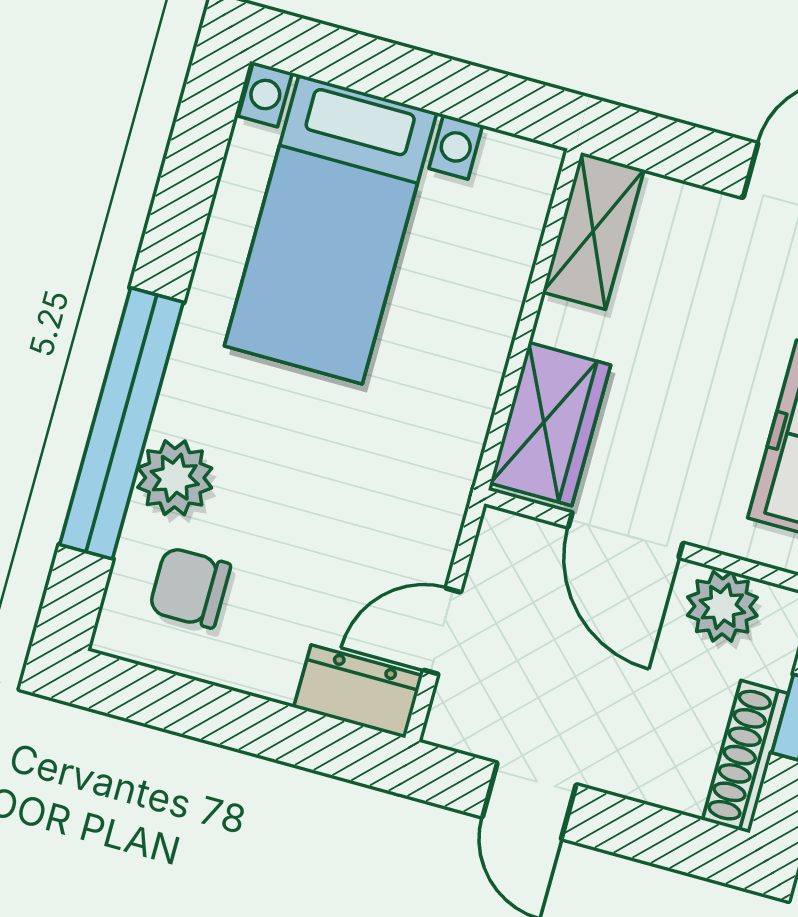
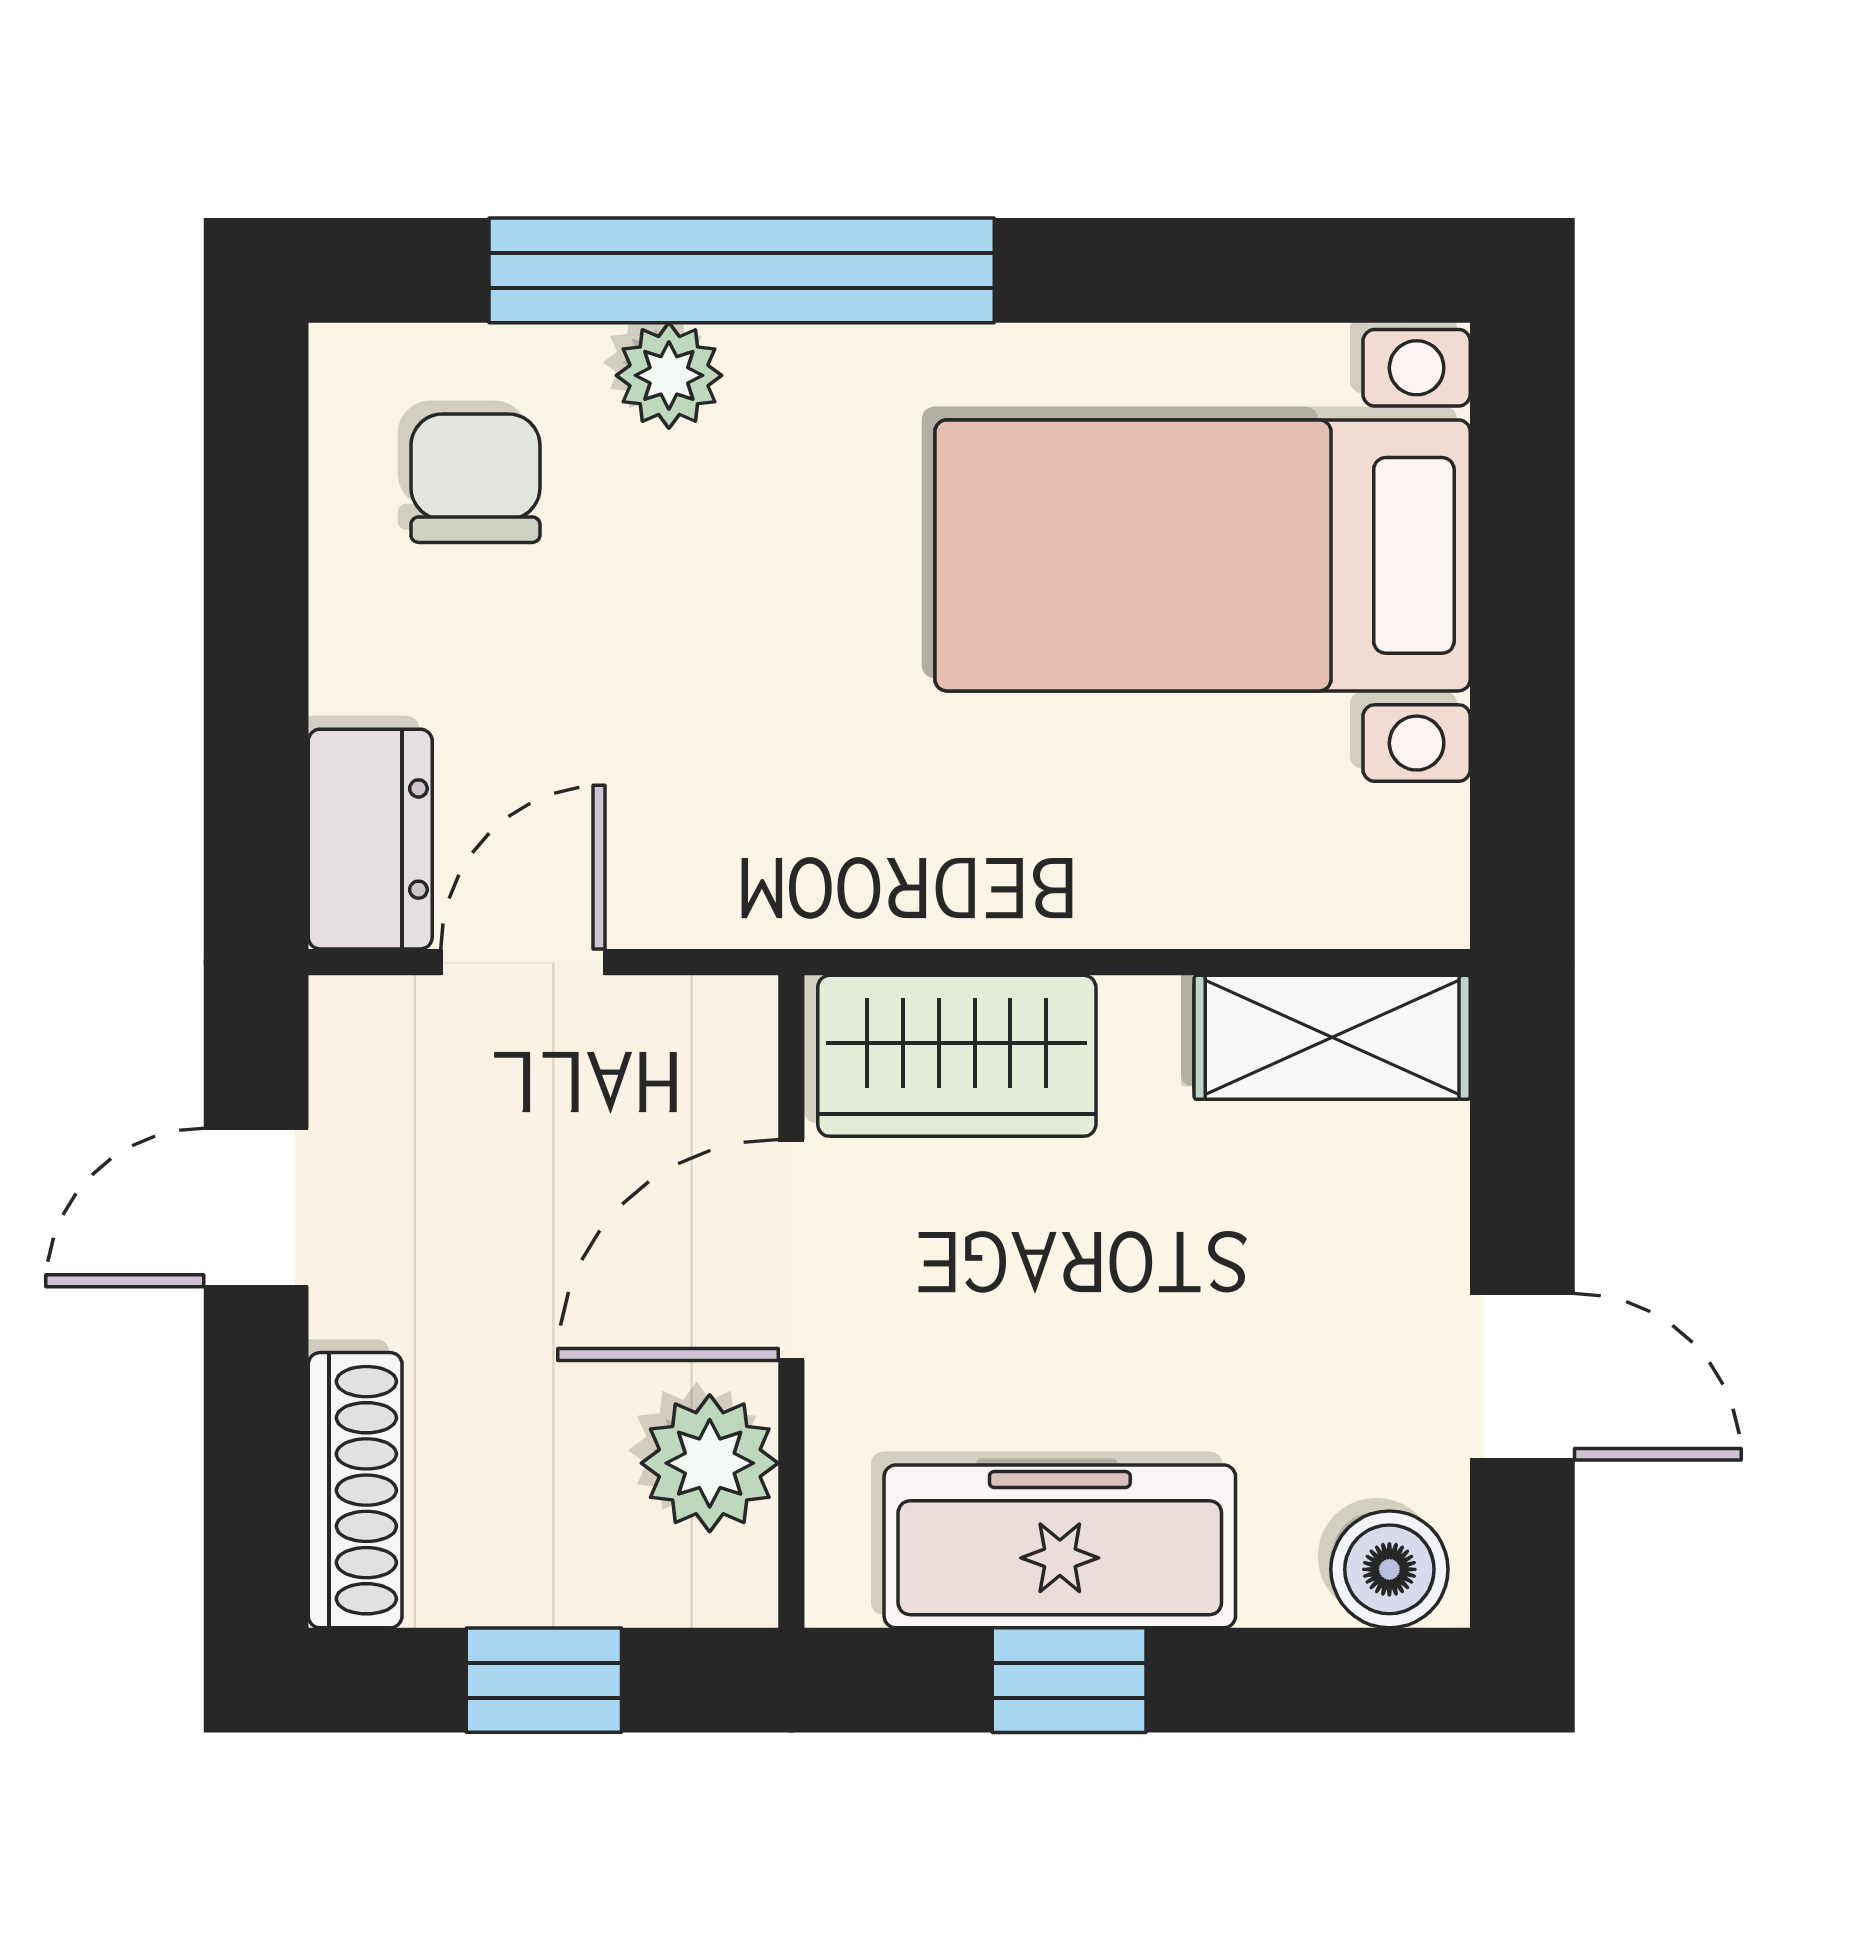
plant: (175, 478) -> (669, 375), width x0.73, depth x0.73
door: (442, 631) -> (523, 962), hinge flipped
shoe rack: (745, 757) -> (355, 1490), moved, turned 90

